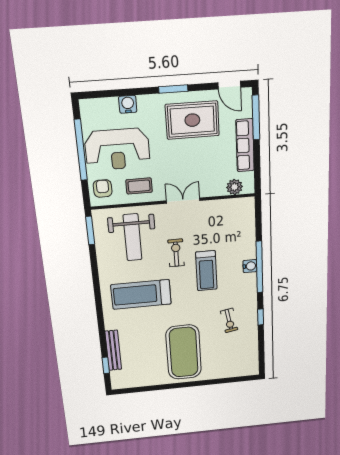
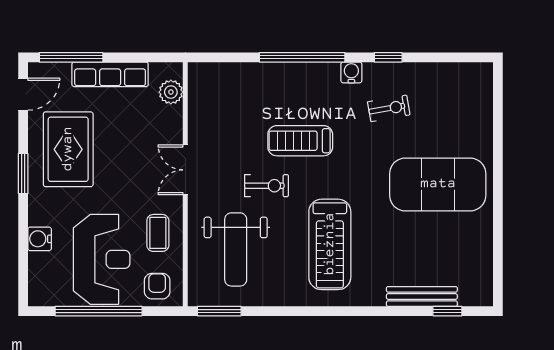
armchair: (103, 188) -> (157, 286), turned 90
weight bench: (132, 237) -> (236, 249), turned 90
exercise bike: (176, 253) -> (267, 186), turned 180
water cooler: (250, 266) -> (351, 72), moved
treadmill: (206, 271) -> (300, 141), turned 180

